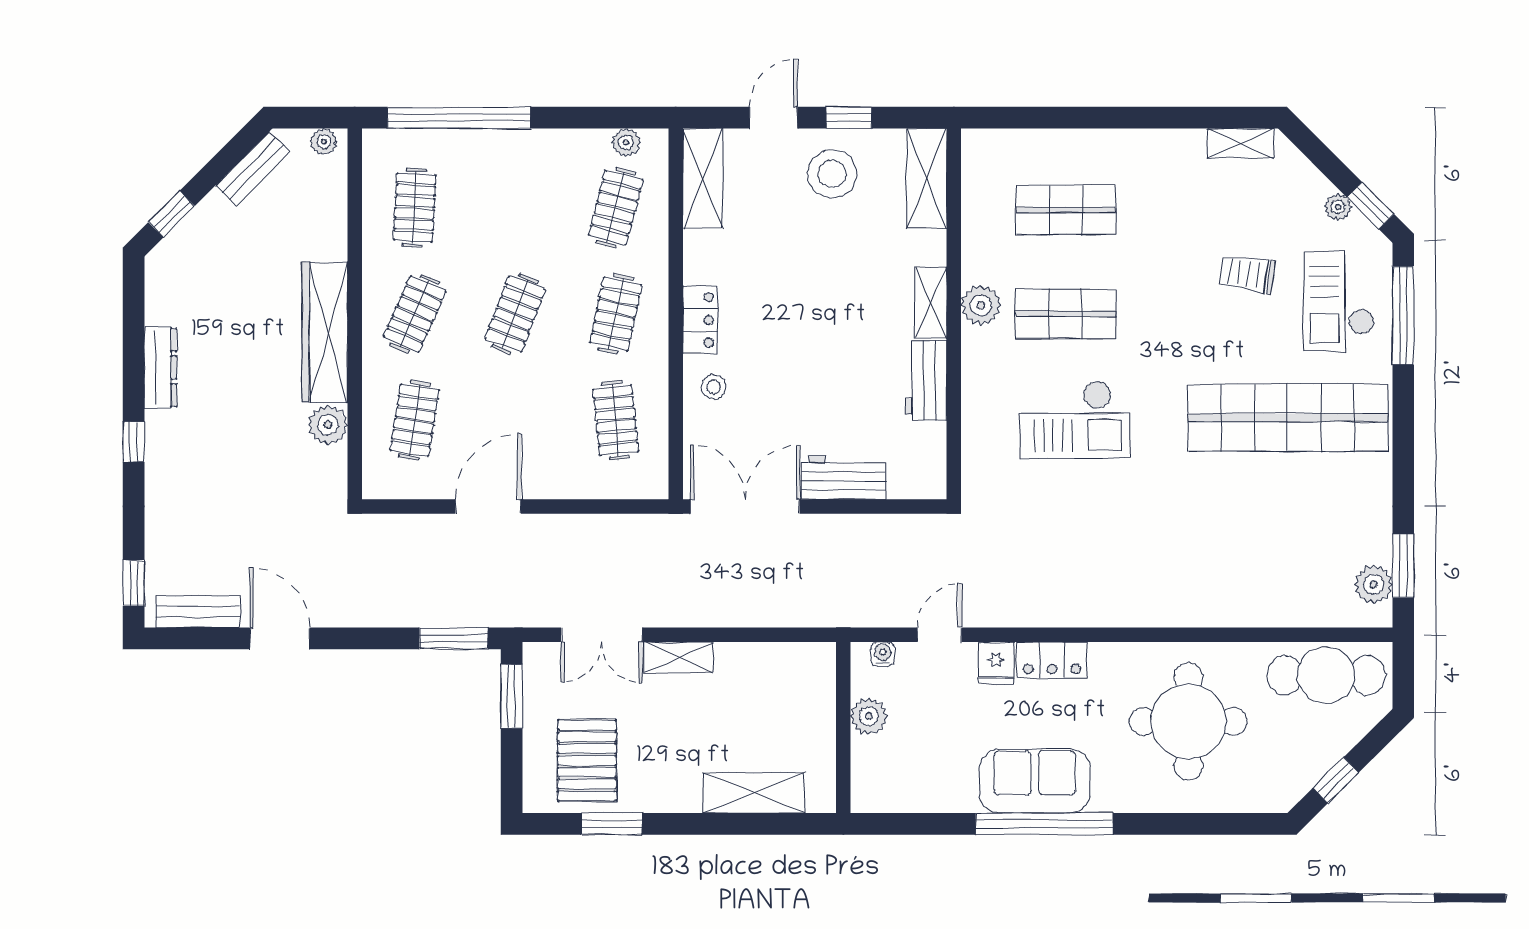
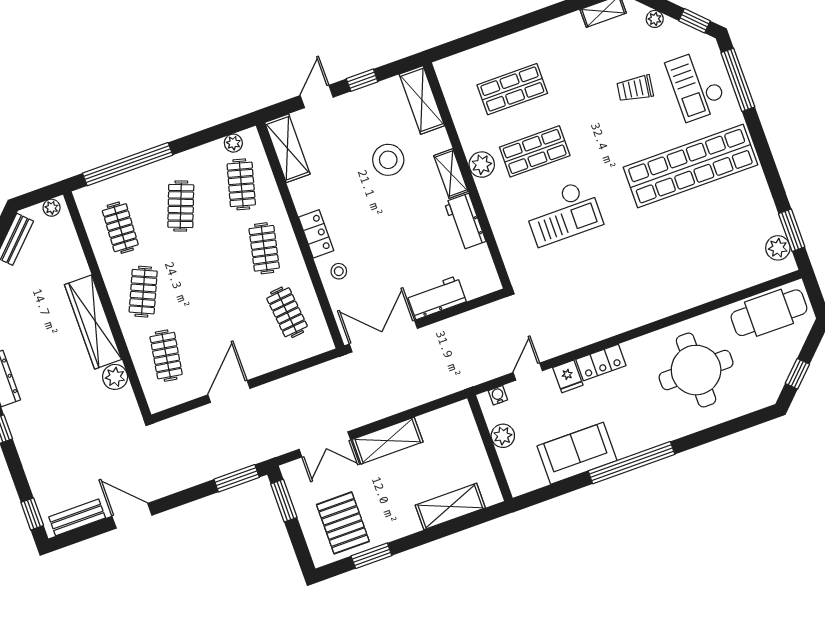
stool: (832, 174) -> (388, 160), moved
plant: (1338, 207) -> (655, 19), moved
clothes rail: (515, 314) -> (181, 206), moved
shelving: (679, 657) -> (388, 441), width x1.50, depth x1.33
sofa: (1035, 781) -> (577, 453), moved

